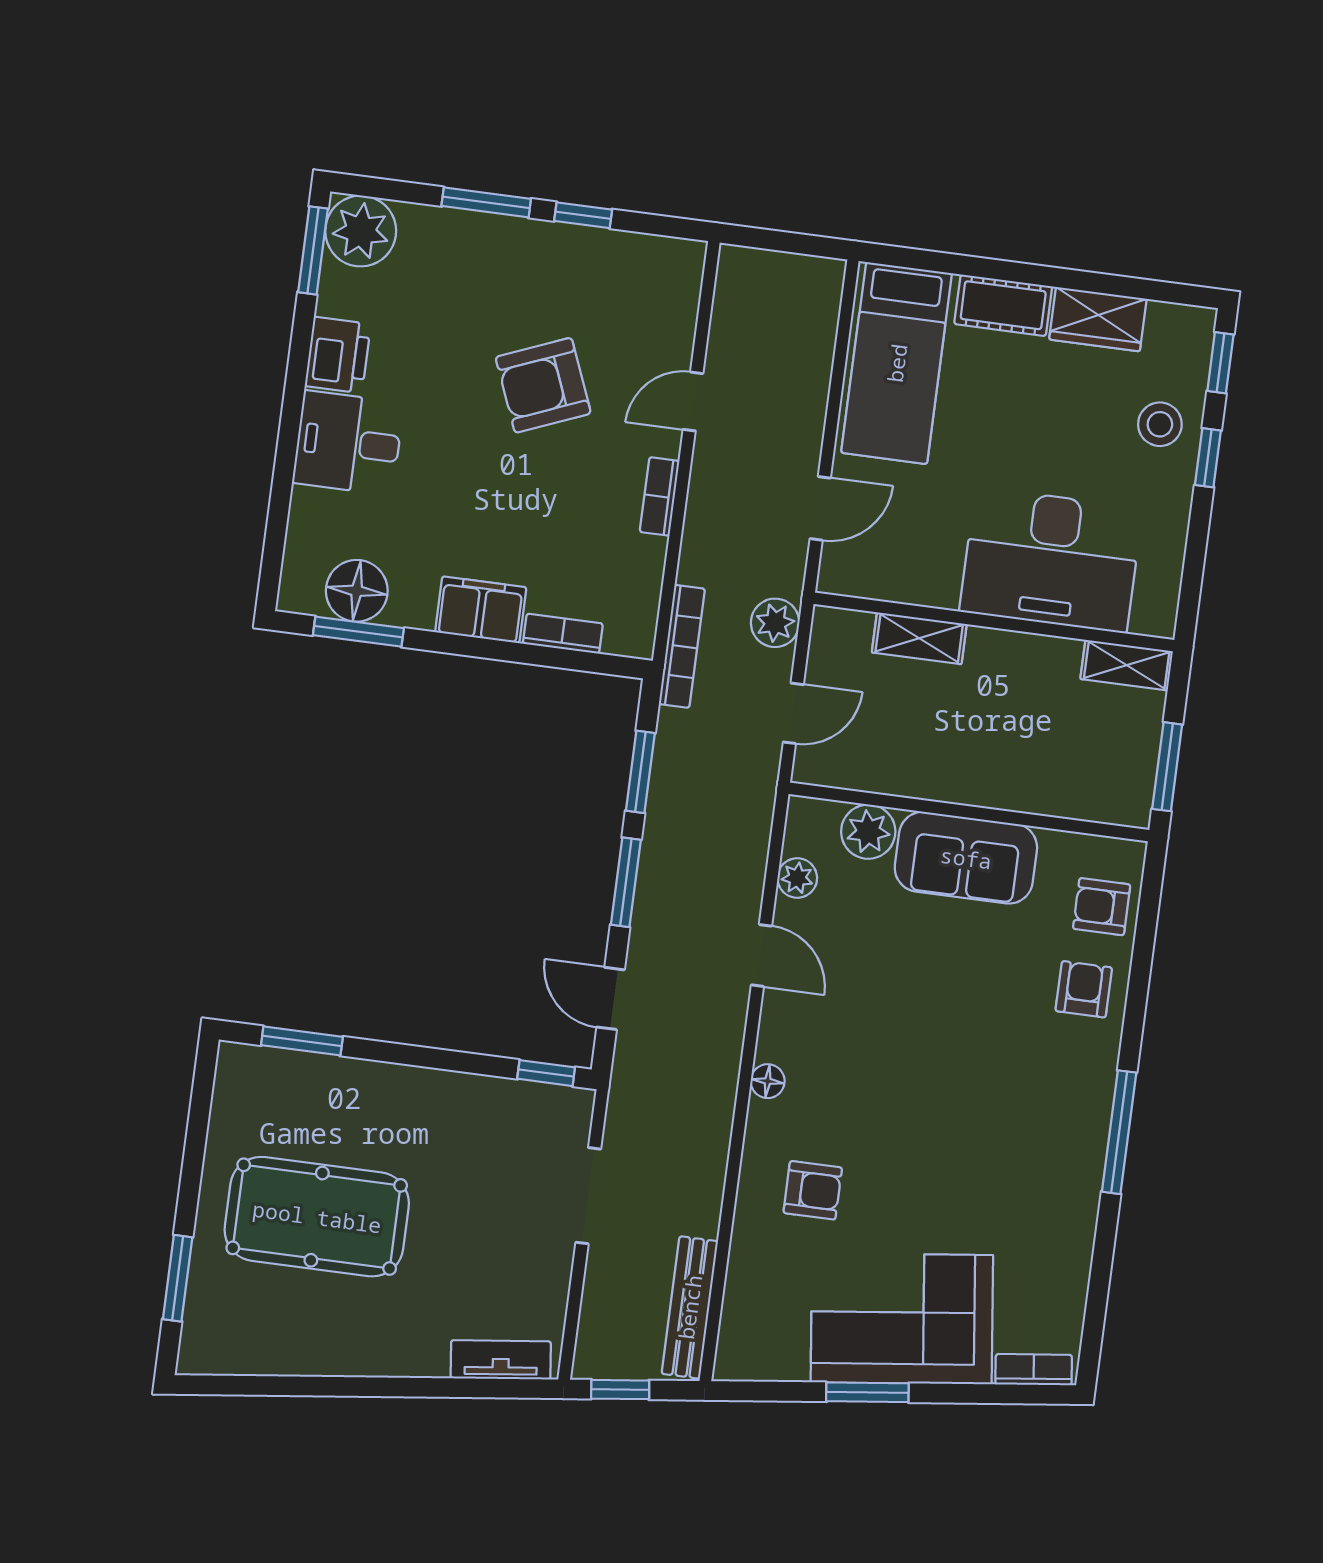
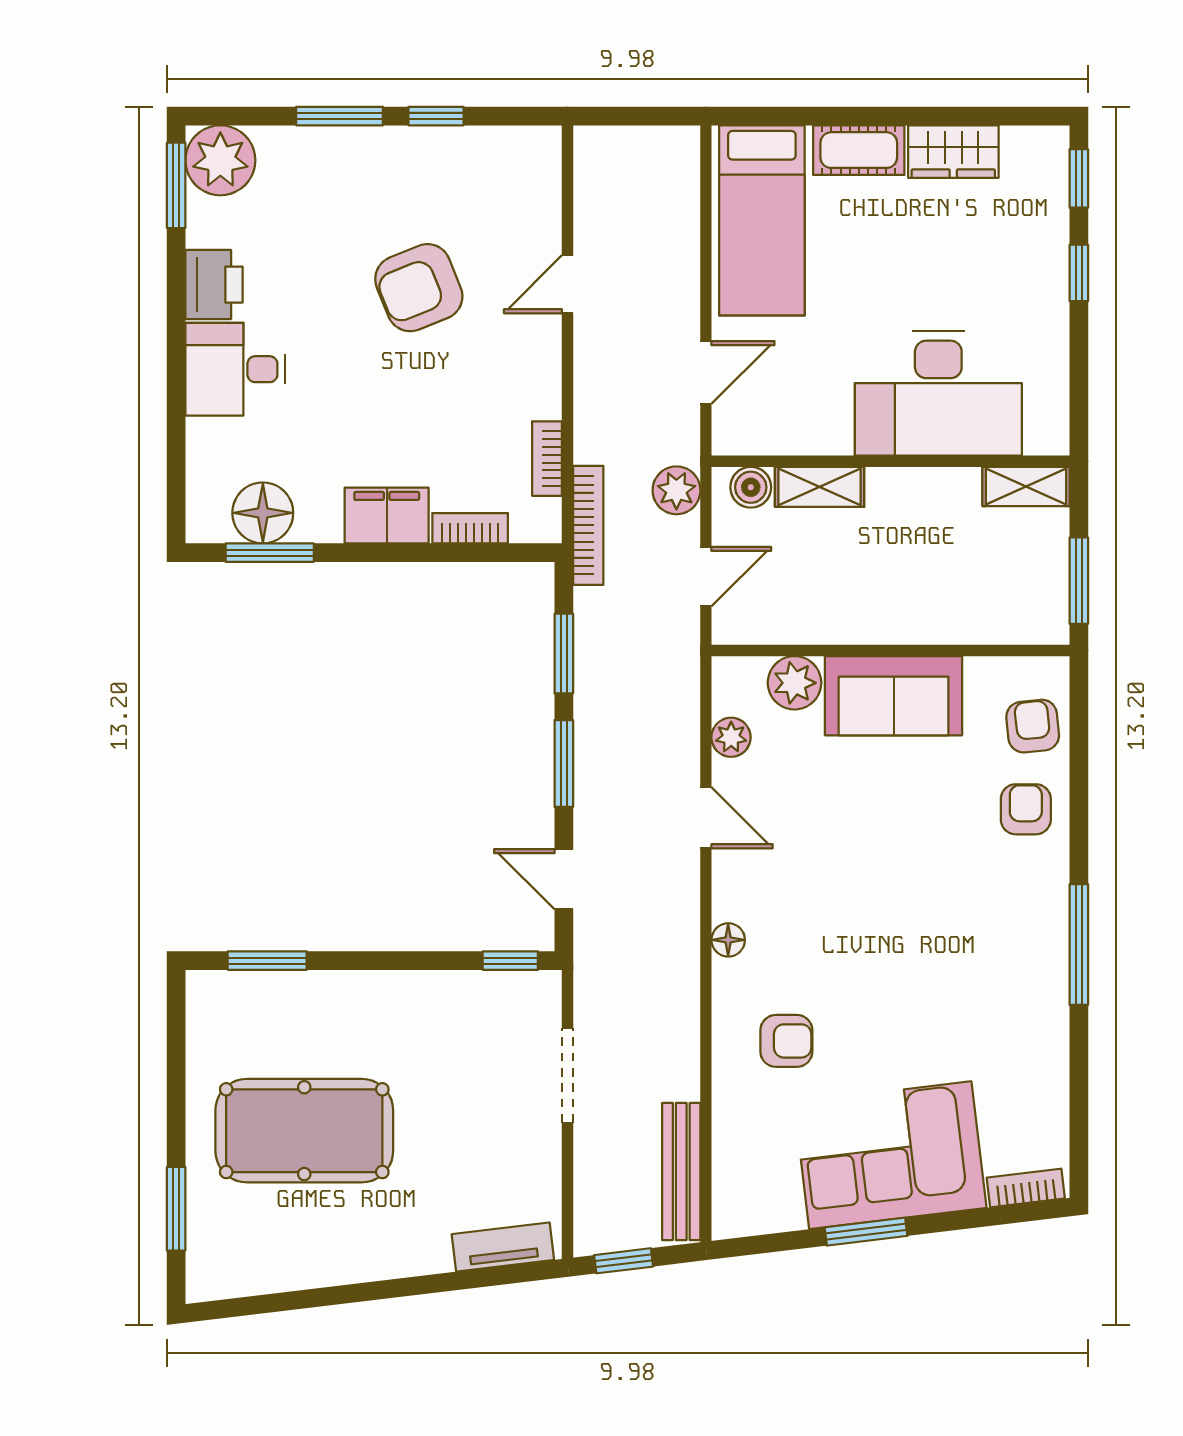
stool: (1160, 424) -> (1028, 246), removed
bookcase: (660, 496) -> (547, 459), moved
boiler: (850, 630) -> (751, 487), added
armchair: (1102, 907) -> (1033, 726), turned 84

